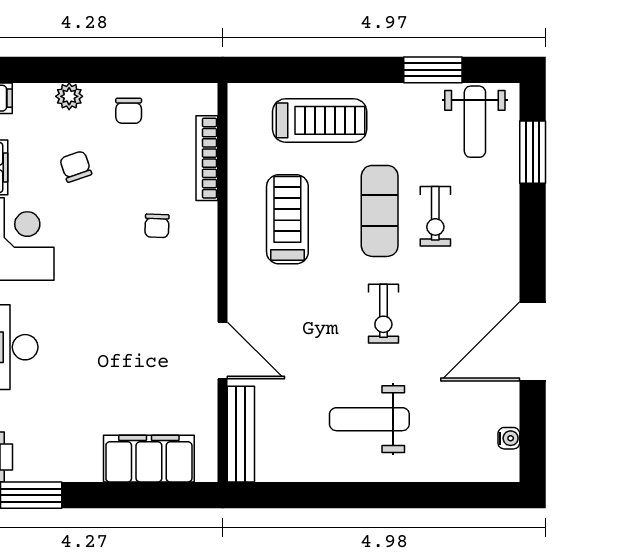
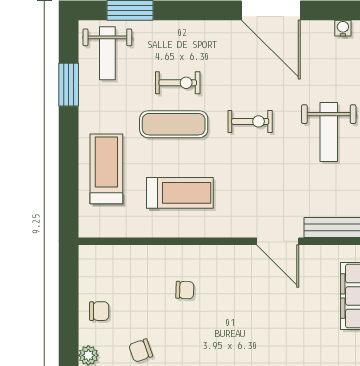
weight bench: (475, 122) -> (107, 53), turned 90
bookcase: (207, 158) -> (134, 253), removed
treadmill: (287, 219) -> (180, 193), turned 180
door: (223, 351) -> (278, 241), swing flipped

